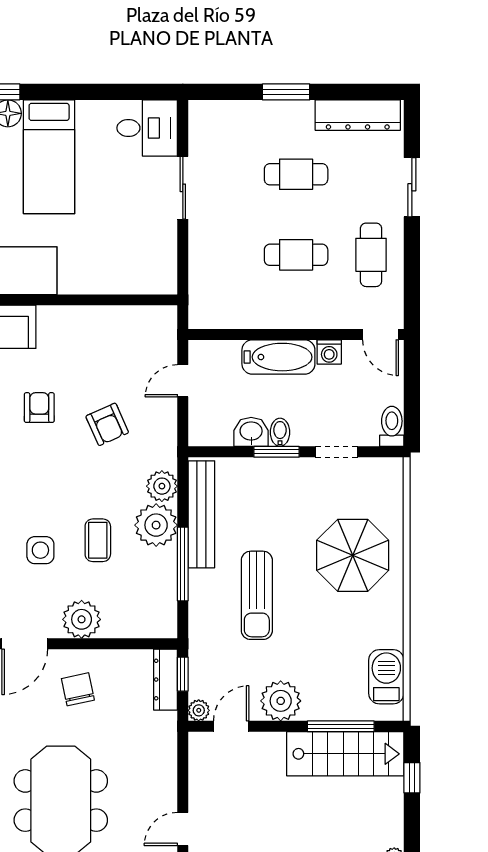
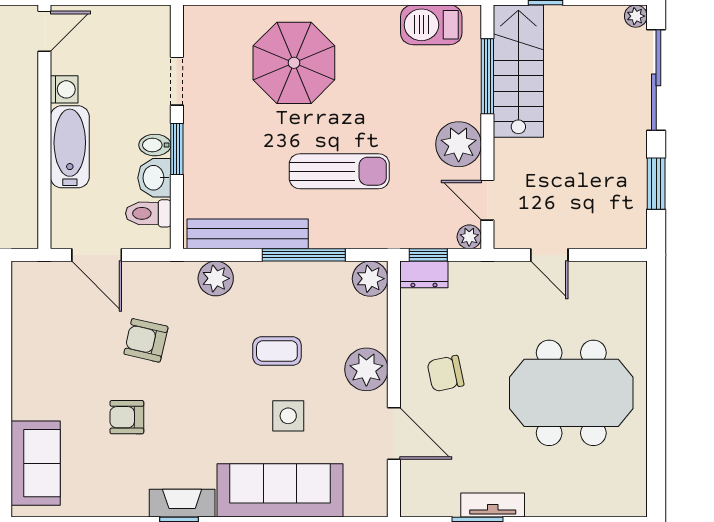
door: (183, 381) -> (97, 255), width x1.38
armchair: (107, 424) -> (146, 340), turned -143
toilet: (392, 426) -> (148, 213), moved
plant: (156, 525) -> (370, 279), moved, width x0.73, depth x0.73
dresser: (165, 680) -> (424, 274), width x0.70
door: (183, 829) -> (549, 255), moved

